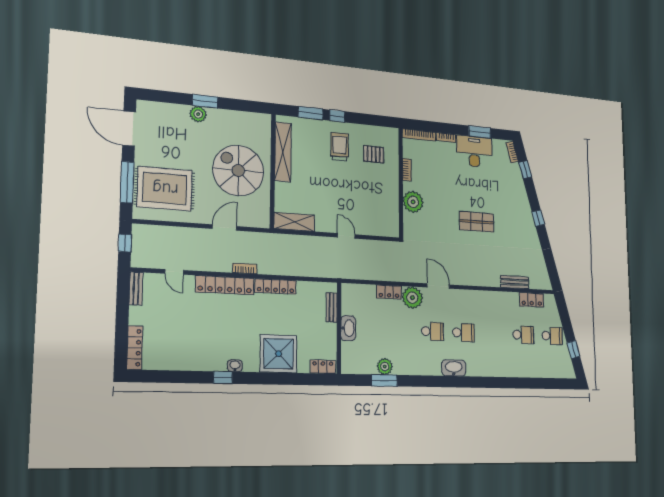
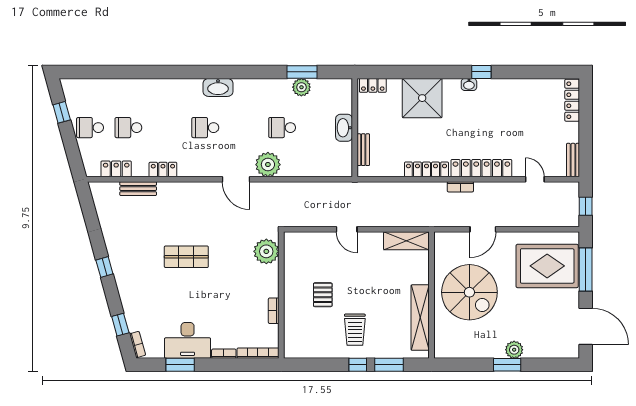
pallet: (374, 154) -> (323, 295), moved, turned 90
plant: (413, 202) -> (266, 251), moved
locker: (389, 292) -> (163, 170), moved
school desk: (432, 331) -> (282, 128), moved

